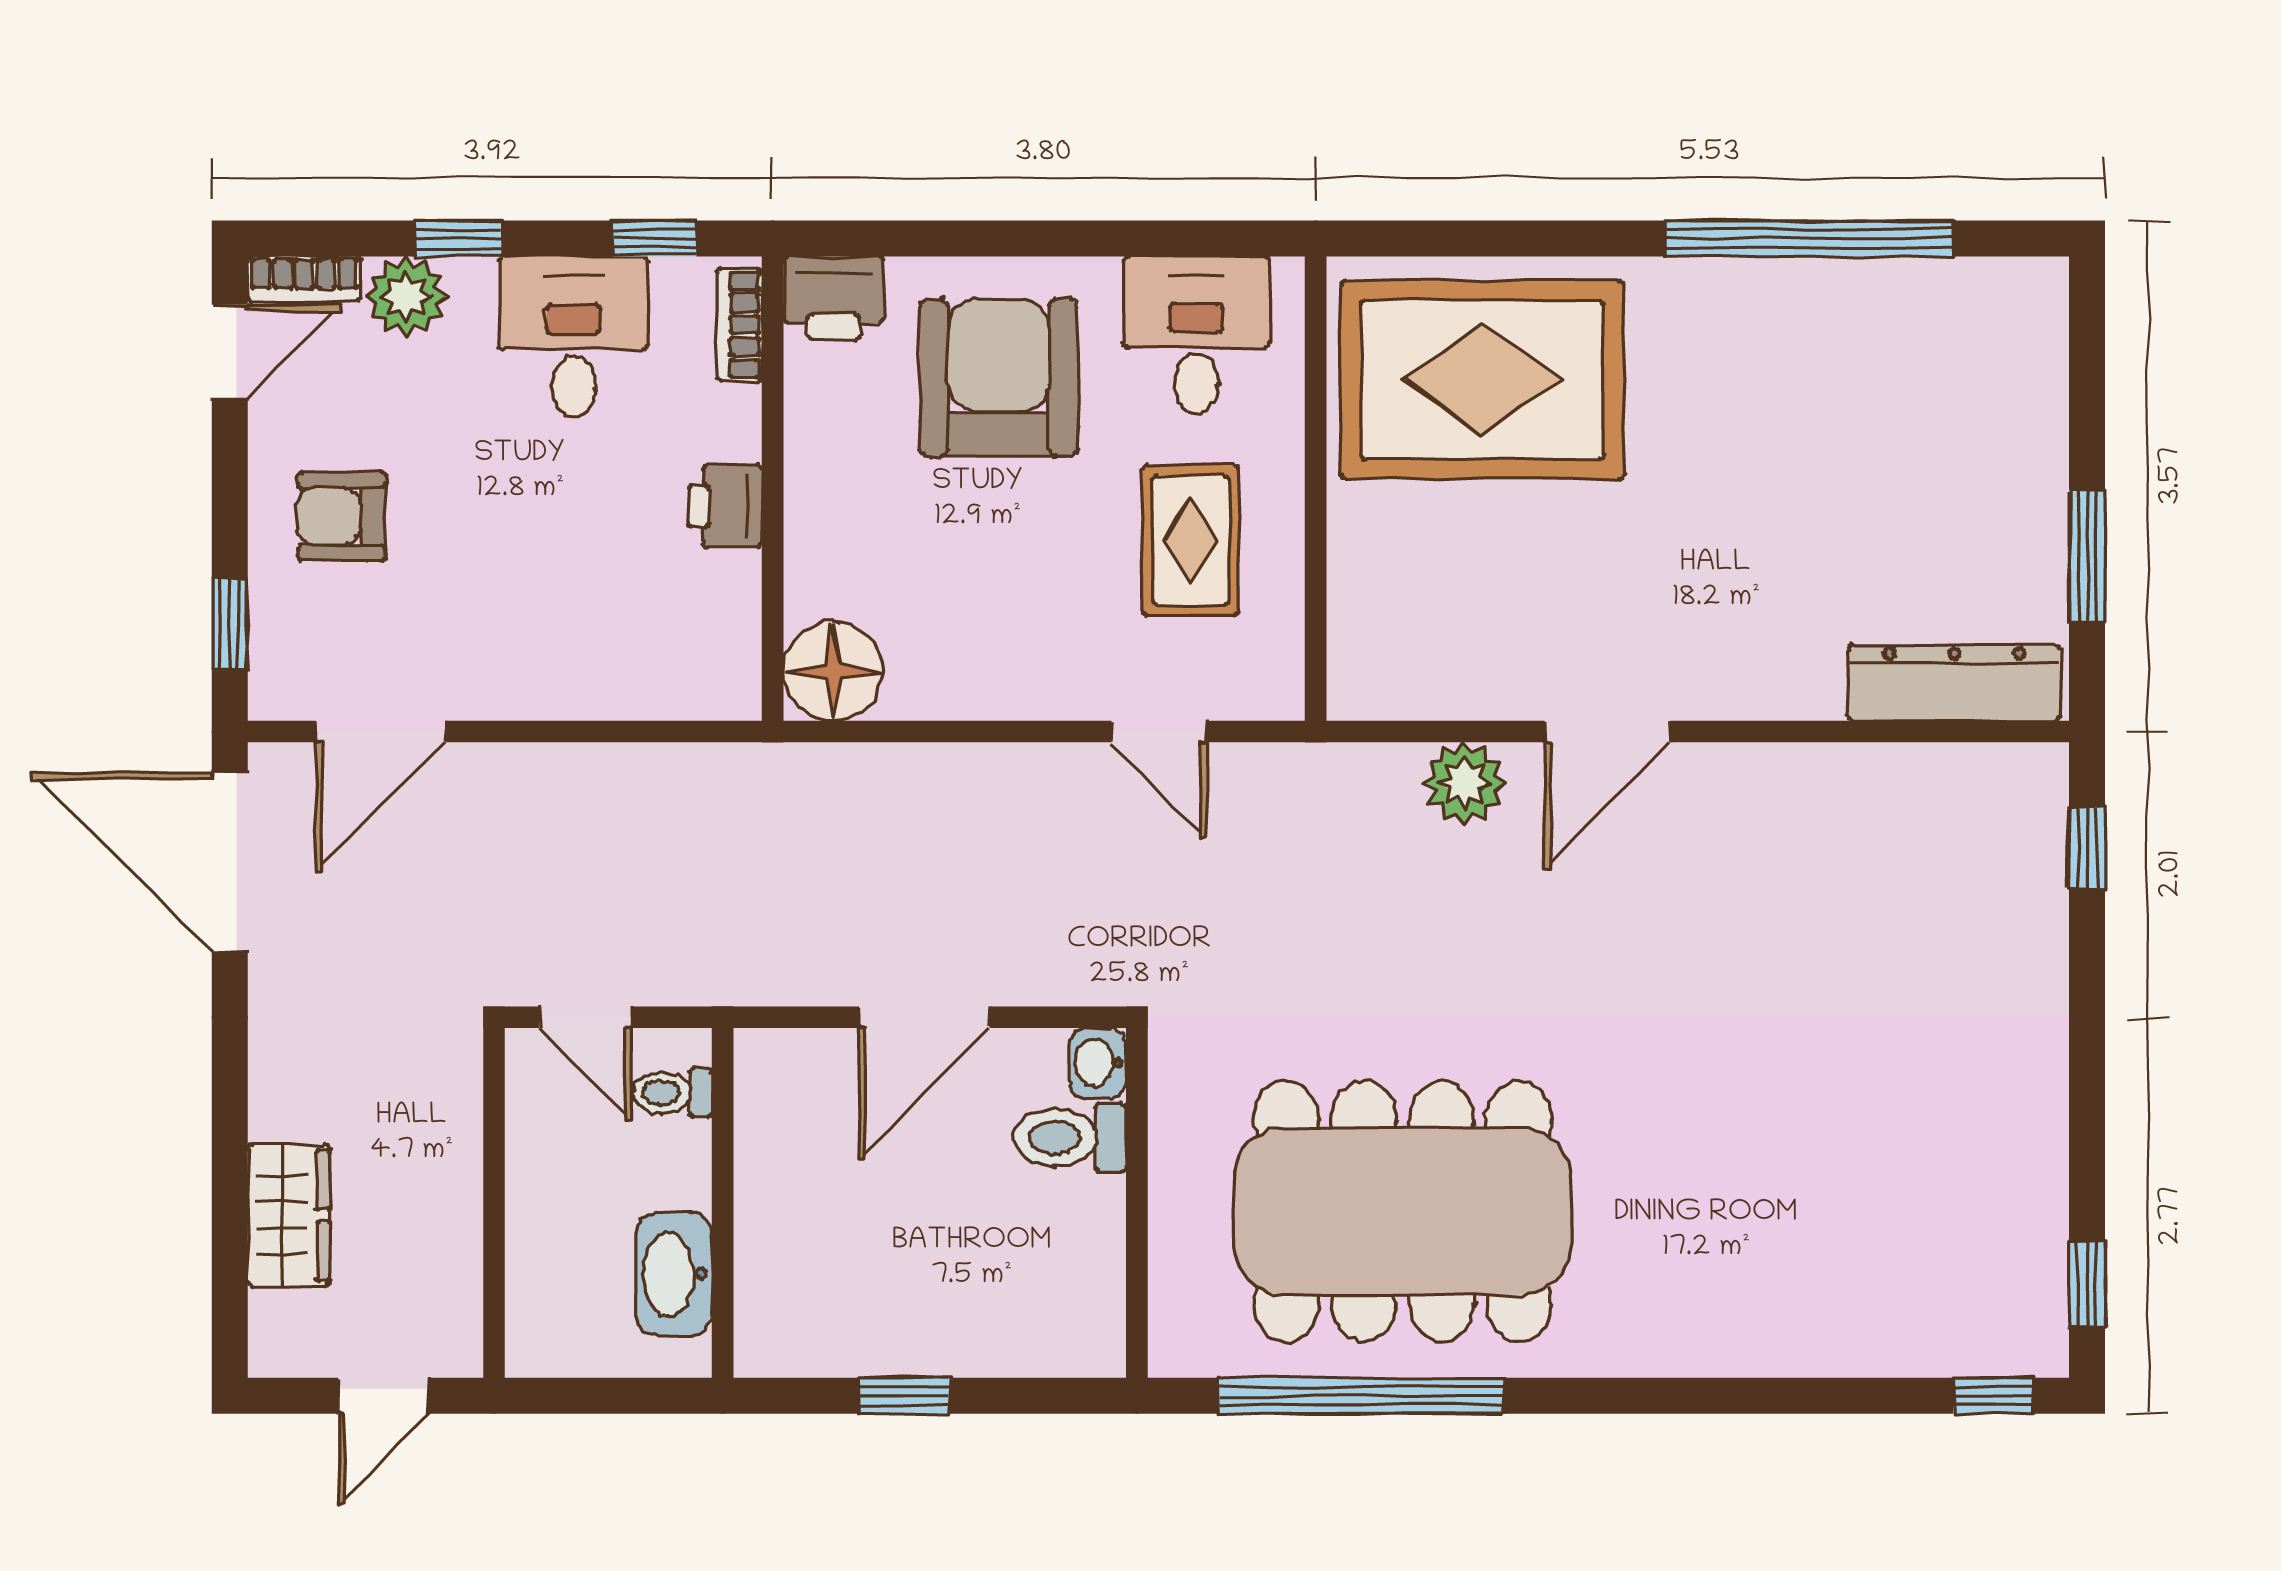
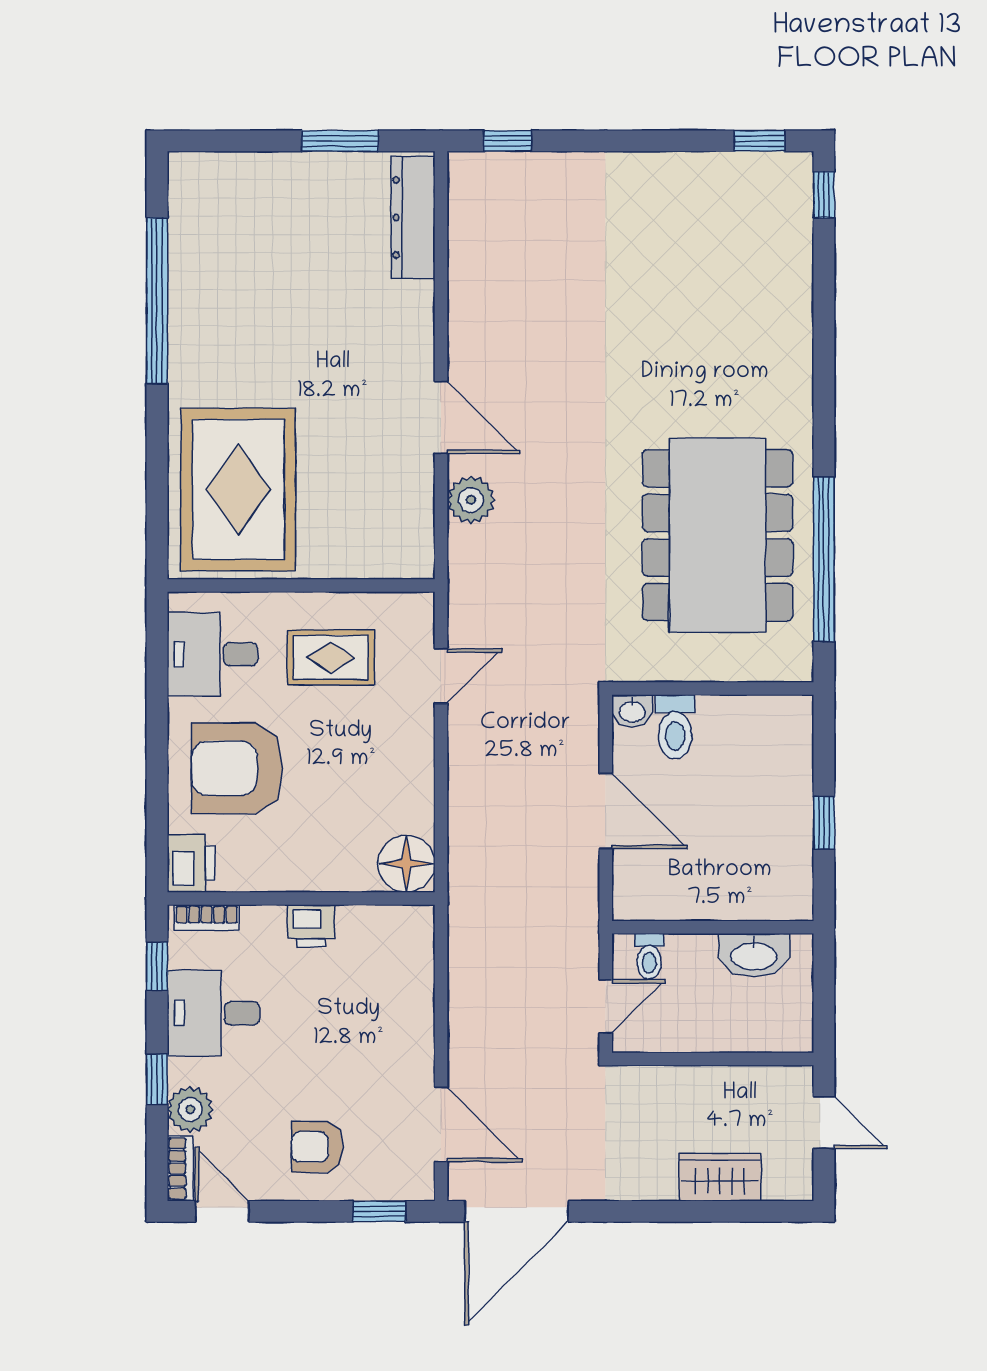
armchair: (342, 516) -> (317, 1147), turned 90

